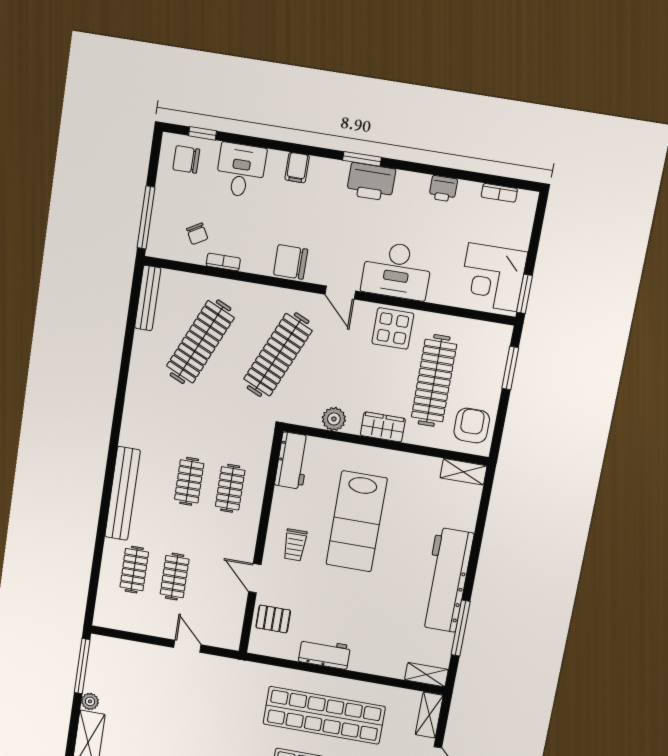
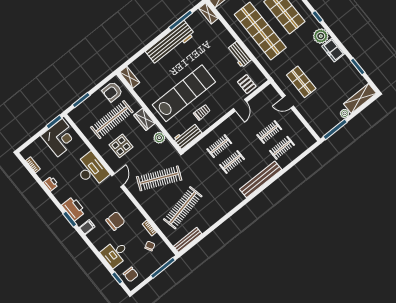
filing cabinet: (297, 168) -> (87, 227), moved
chair: (291, 262) -> (115, 221), moved, turned -90
display table: (393, 328) -> (121, 146), moved
clothes rail: (200, 342) -> (183, 208), turned -36
lab bench: (357, 521) -> (184, 93), width x1.36
trolley: (295, 545) -> (202, 112), moved
door: (187, 646) -> (288, 102), hinge flipped
shop shelf: (196, 693) -> (301, 82), added

